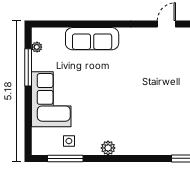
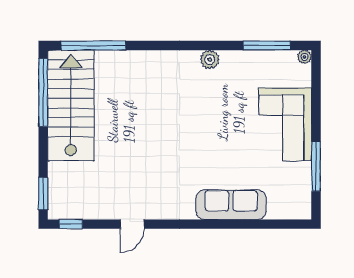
plant: (37, 47) -> (305, 57), moved
side table: (69, 141) -> (262, 69), removed

